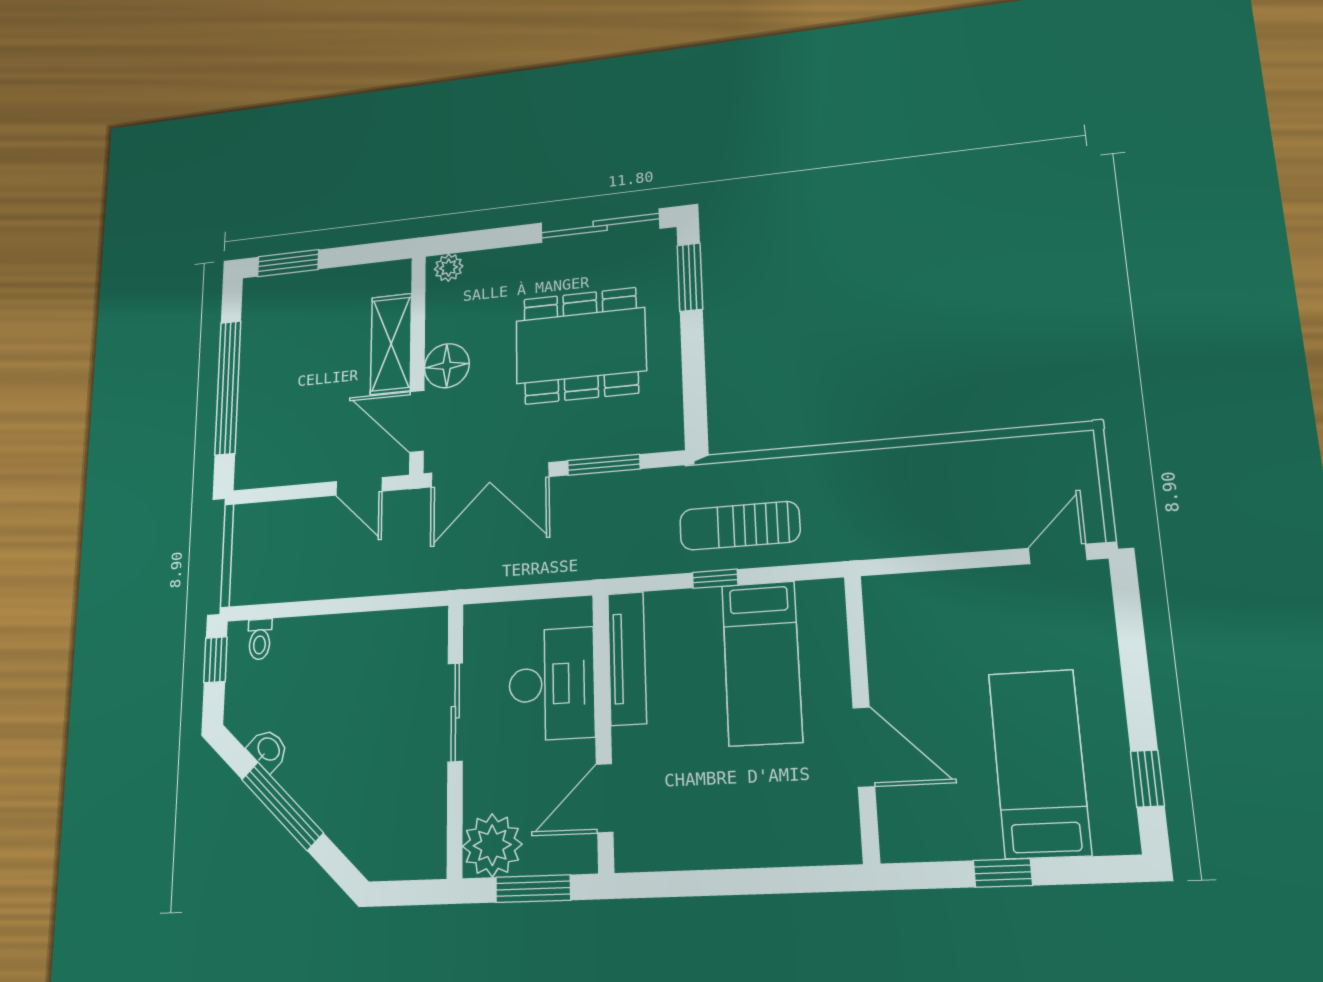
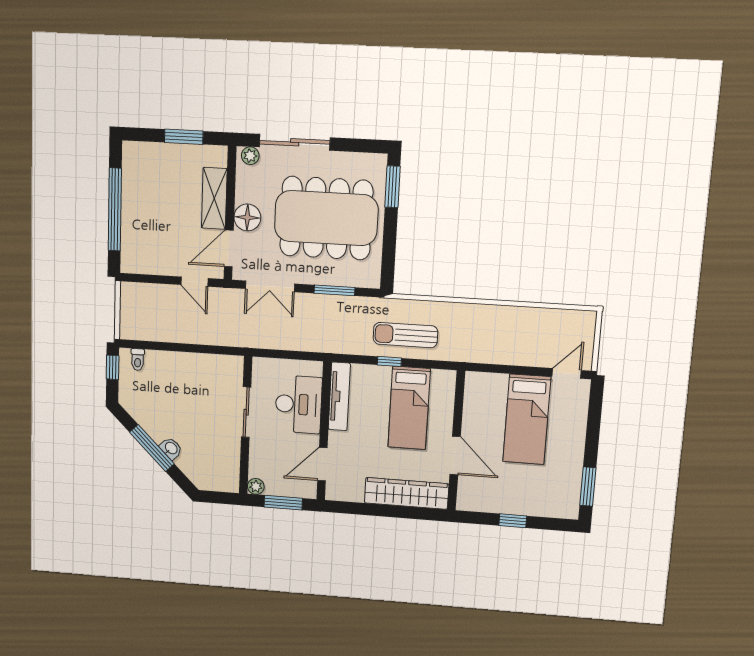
sliding door: (600, 226) -> (295, 142), moved
window: (288, 263) -> (184, 137), moved
dining table: (581, 346) -> (326, 218), width x1.36, depth x1.24
door: (417, 421) -> (229, 248), hinge flipped
double door: (490, 475) -> (270, 286), width x0.73
washbasin: (268, 750) -> (171, 448), moved
bed: (1039, 763) -> (527, 419), moved, turned 180
window: (1147, 779) -> (588, 487), width x1.50
wardrobe: (776, 839) -> (407, 493), added
plant: (492, 845) -> (256, 486), width x0.53, depth x0.53

